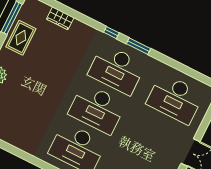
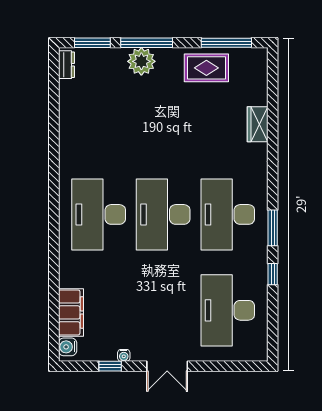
wardrobe: (60, 18) -> (258, 124), moved
window: (111, 33) -> (273, 274), moved

